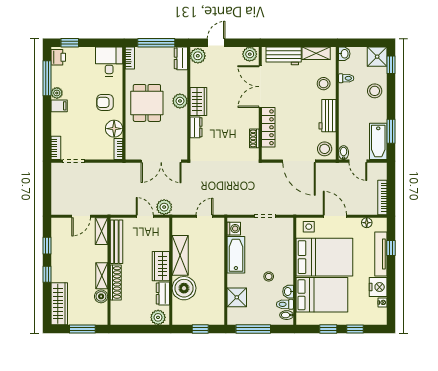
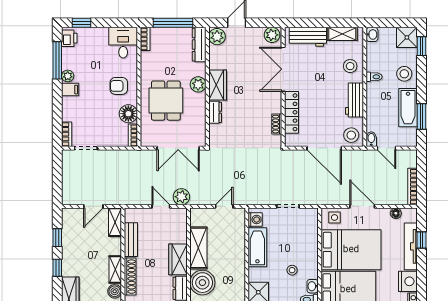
dresser: (181, 58) -> (199, 45), width x1.44
toilet: (346, 78) -> (374, 77), moved
dining table: (147, 103) -> (166, 101), moved
bathtub: (378, 141) -> (408, 108), moved
bench: (116, 242) -> (131, 240), width x0.73

